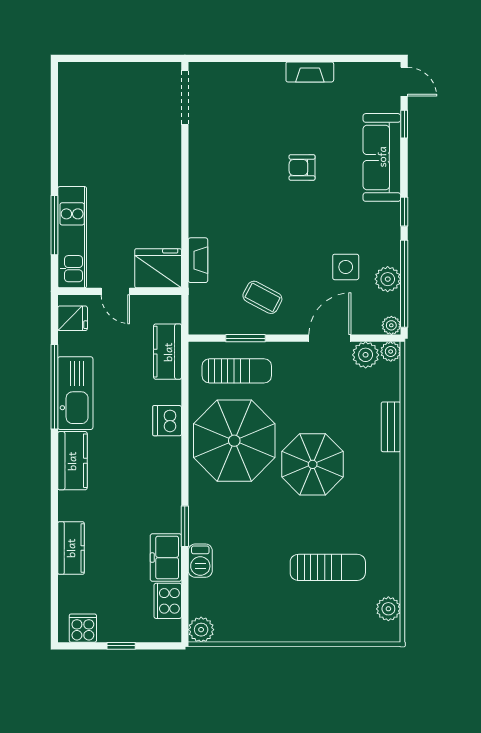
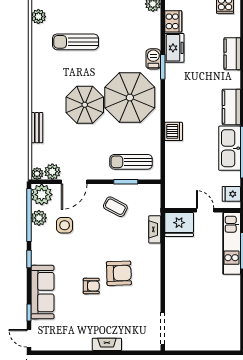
fireplace: (310, 72) -> (107, 344), moved
armchair: (257, 188) -> (119, 273), added
plant: (391, 325) -> (42, 195), width x1.88, depth x1.88
kitchen counter: (168, 352) -> (173, 174), removed
parasol: (234, 441) -> (130, 98), moved
barbecue: (200, 561) -> (153, 59), moved

